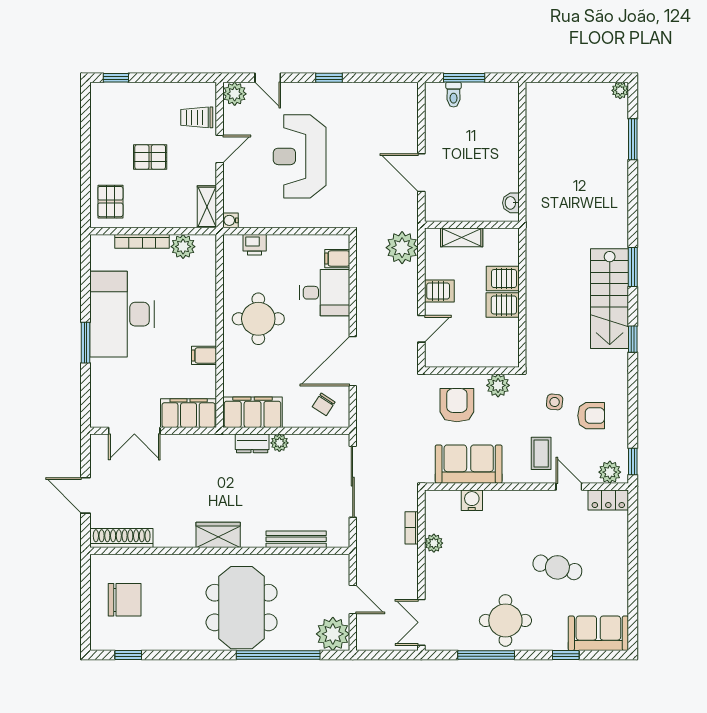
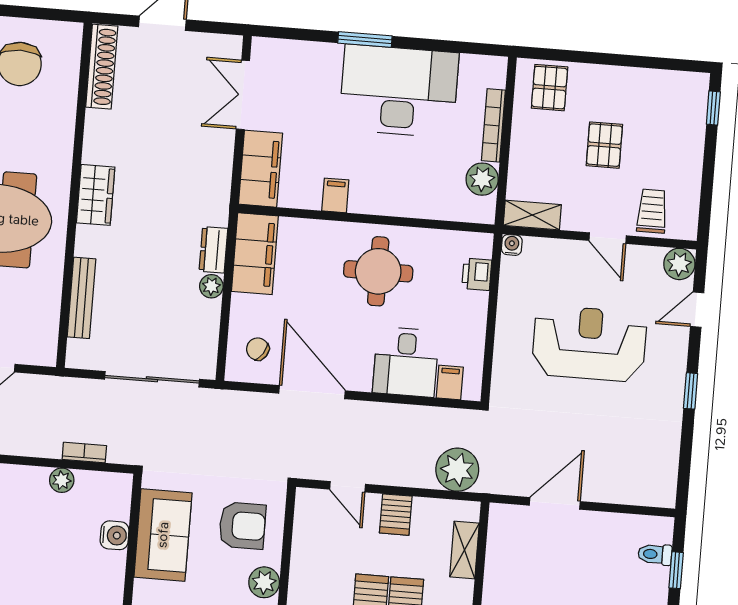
window: (464, 78) -> (676, 570), width x0.67
pallet: (110, 202) -> (550, 88), turned 90

